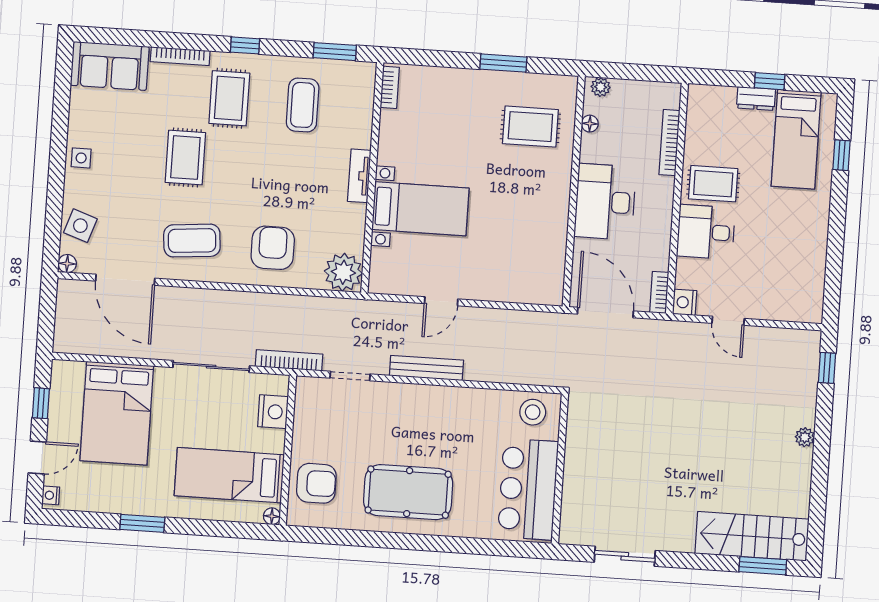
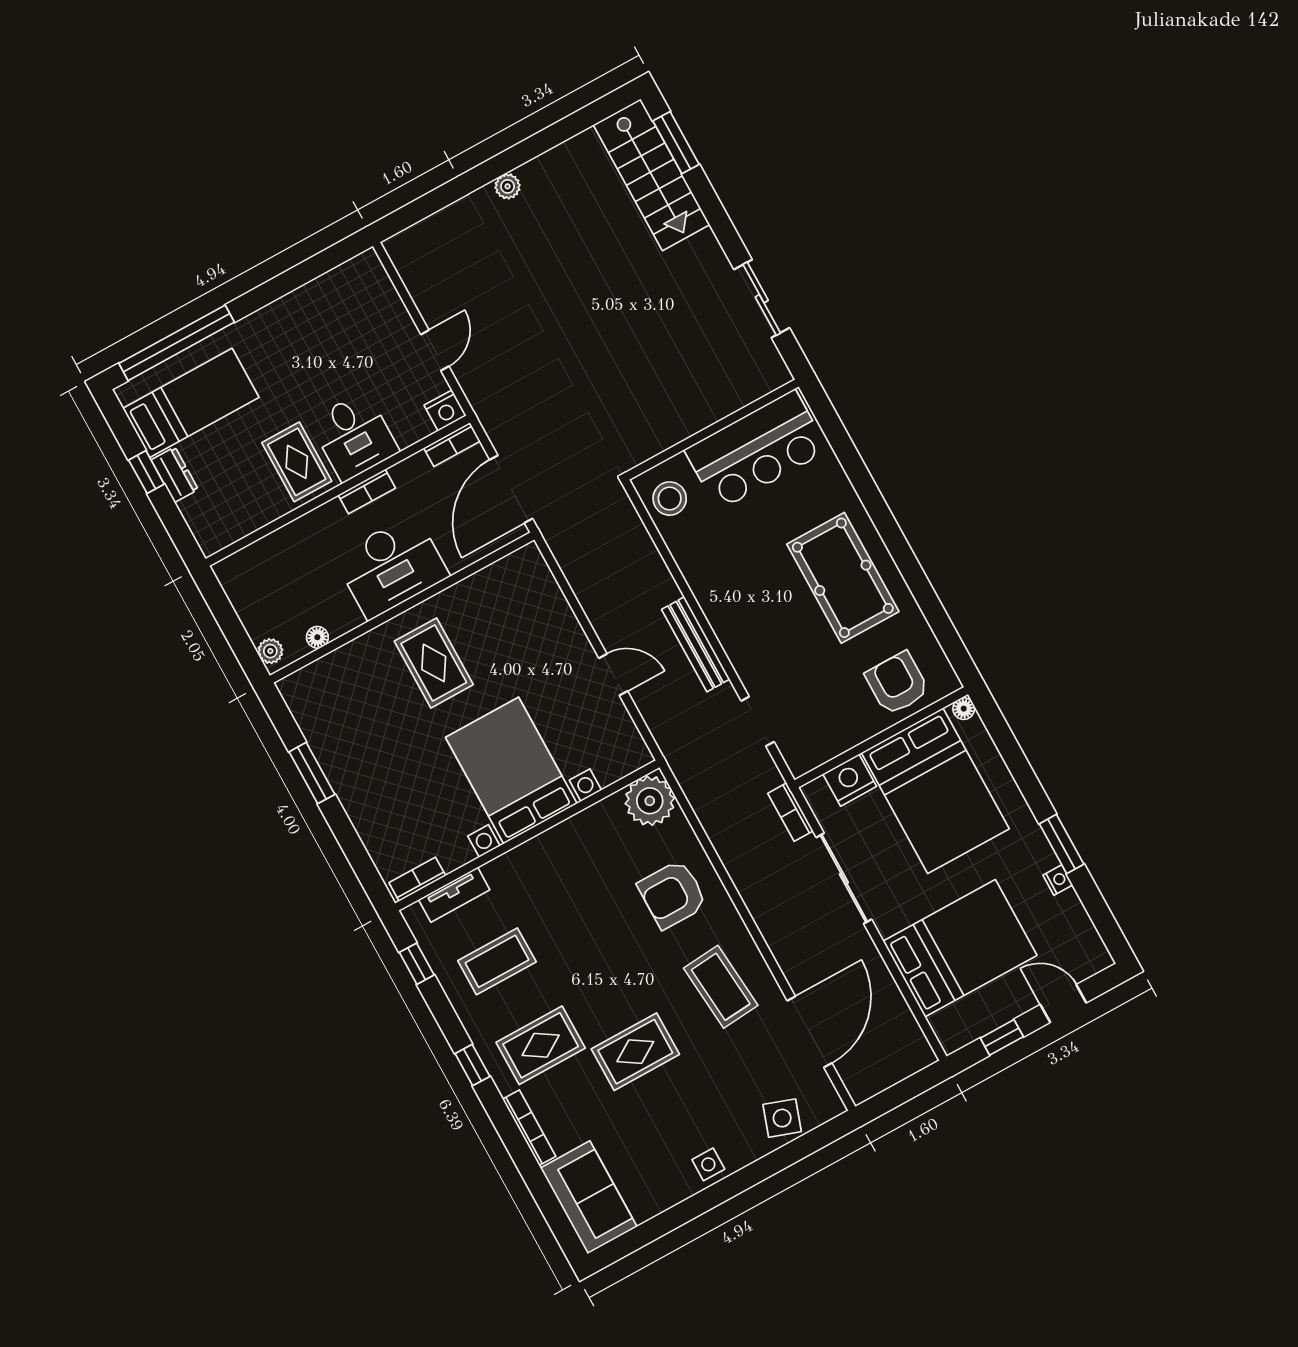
window: (335, 52) -> (417, 964), width x0.67
rug: (530, 127) -> (434, 663), moved
bookcase: (669, 143) -> (367, 492), moved, width x0.64
window: (841, 155) -> (177, 343), width x3.17
tv unit: (359, 176) -> (454, 895), moved
bed with nightstands: (420, 209) -> (511, 770), width x1.36
floor lamp: (67, 264) -> (832, 1106), removed
bookcase: (289, 360) -> (790, 812), width x0.64
window: (827, 368) -> (417, 211), removed
bed: (229, 475) -> (935, 791), width x1.50
nightstand: (51, 495) -> (1058, 880), moved, turned -90

